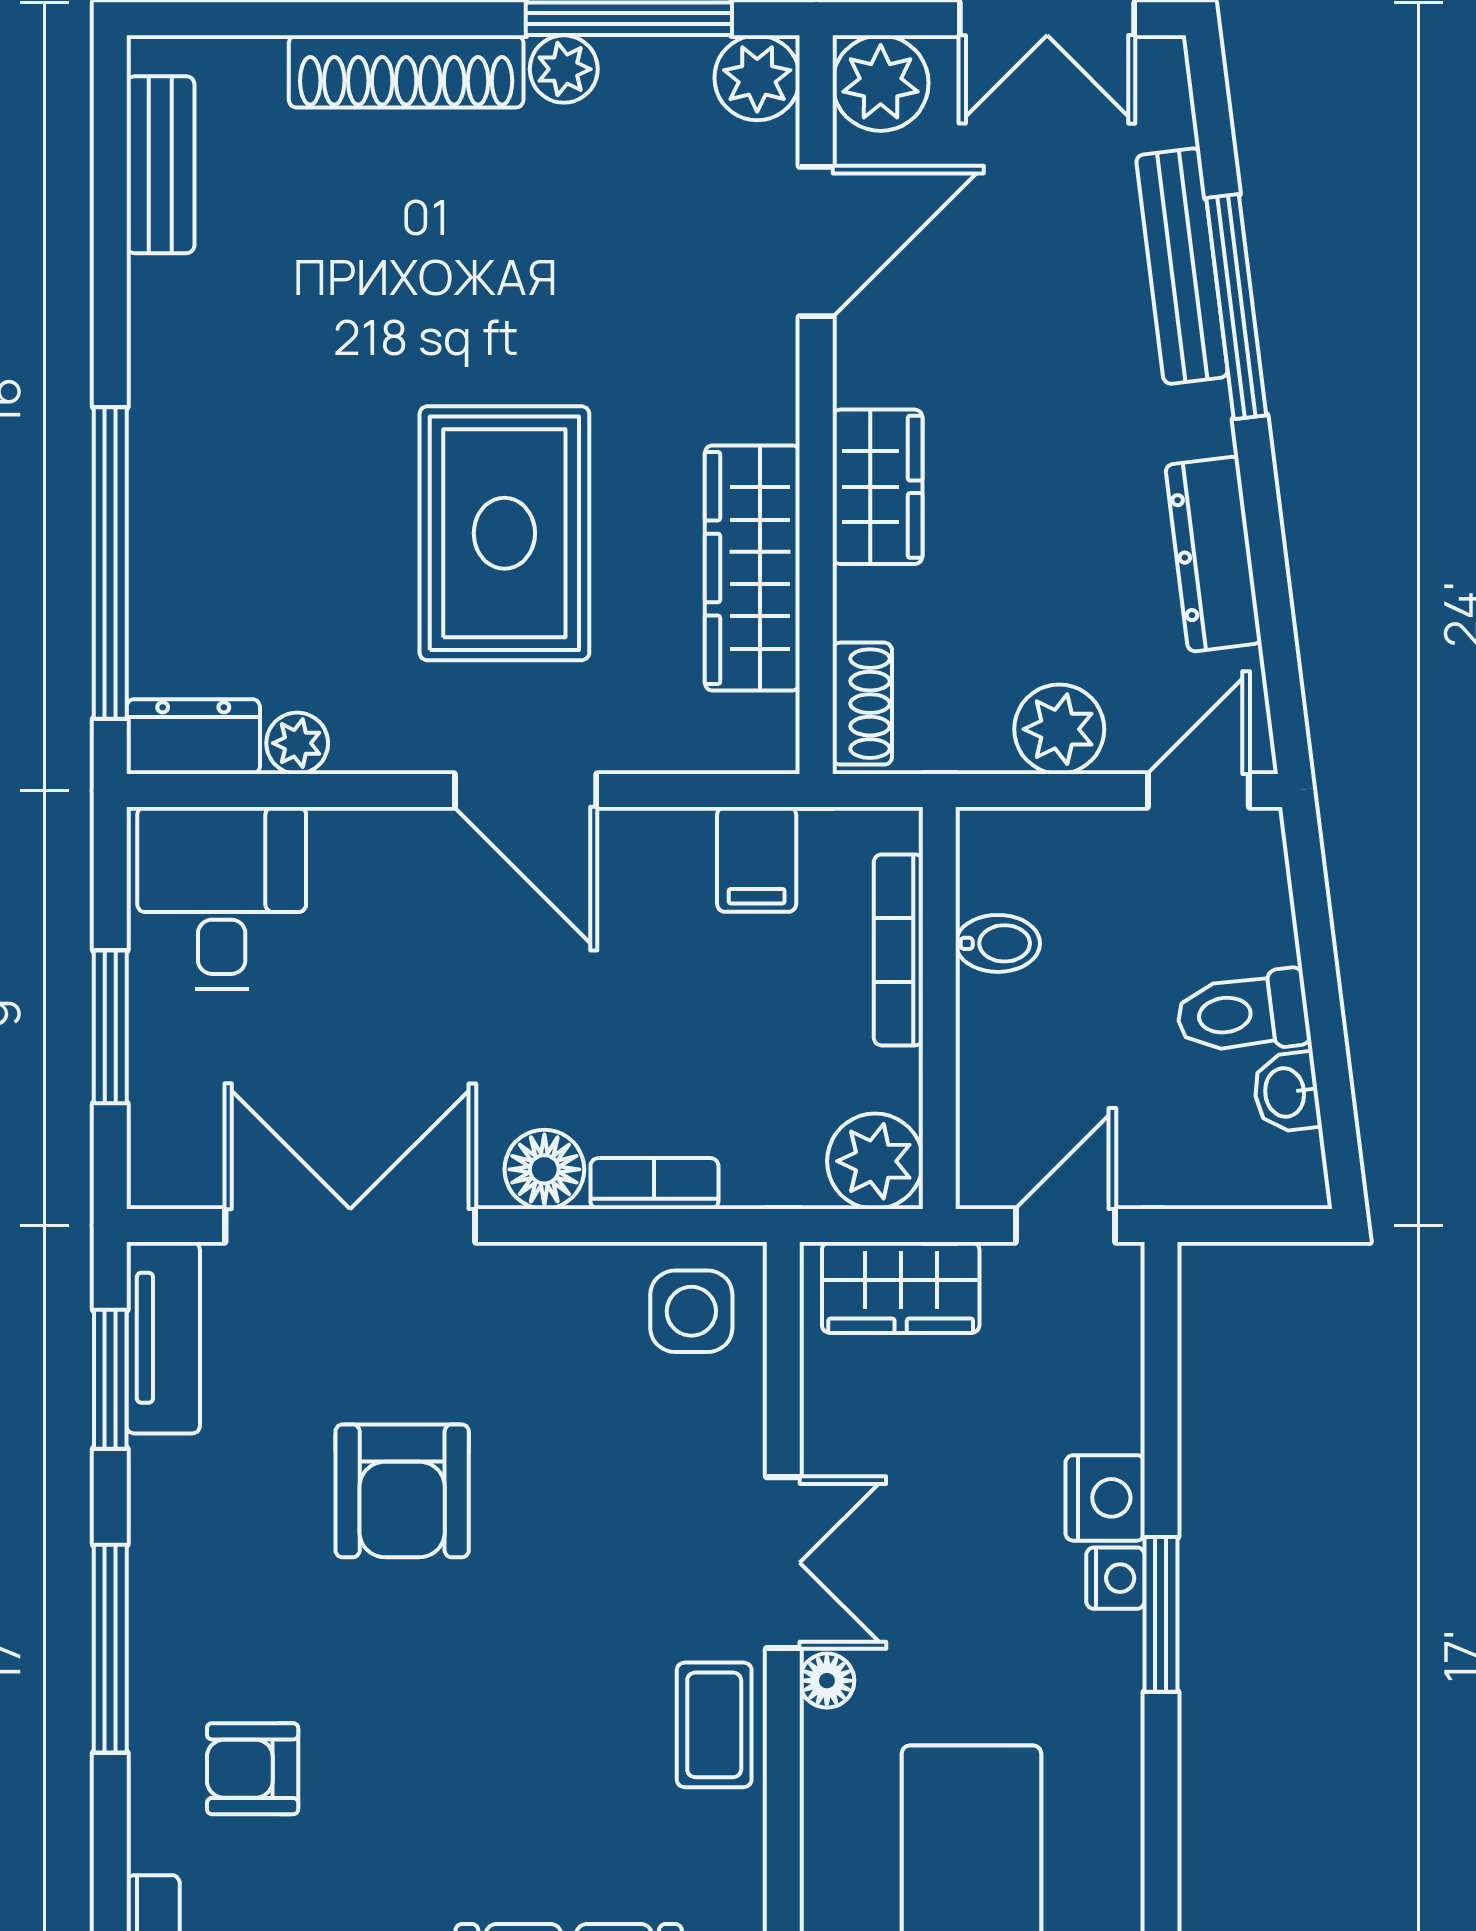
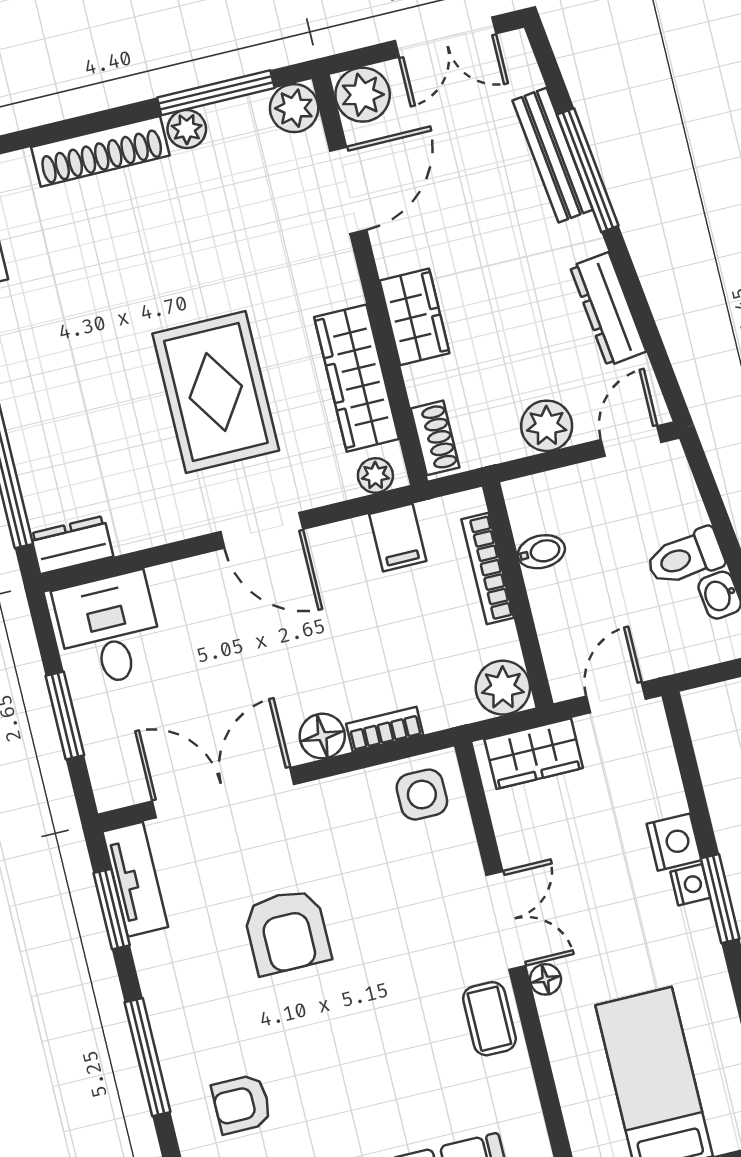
plant: (297, 743) -> (375, 475), moved

